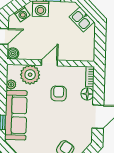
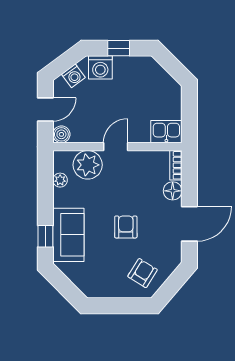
kitchen sink: (82, 19) -> (166, 132), moved, turned 135
armchair: (59, 94) -> (126, 227), moved
sofa: (16, 115) -> (68, 235), width x0.73

